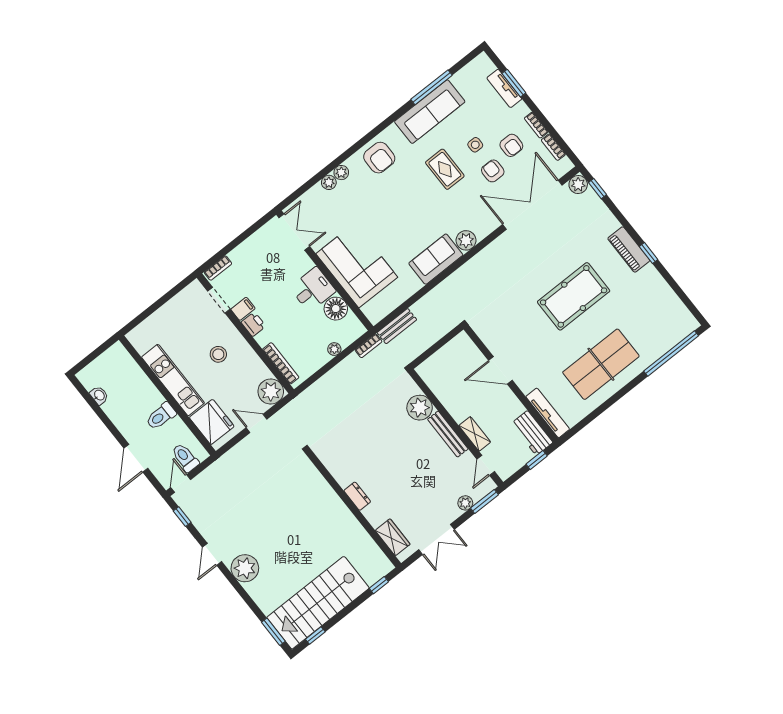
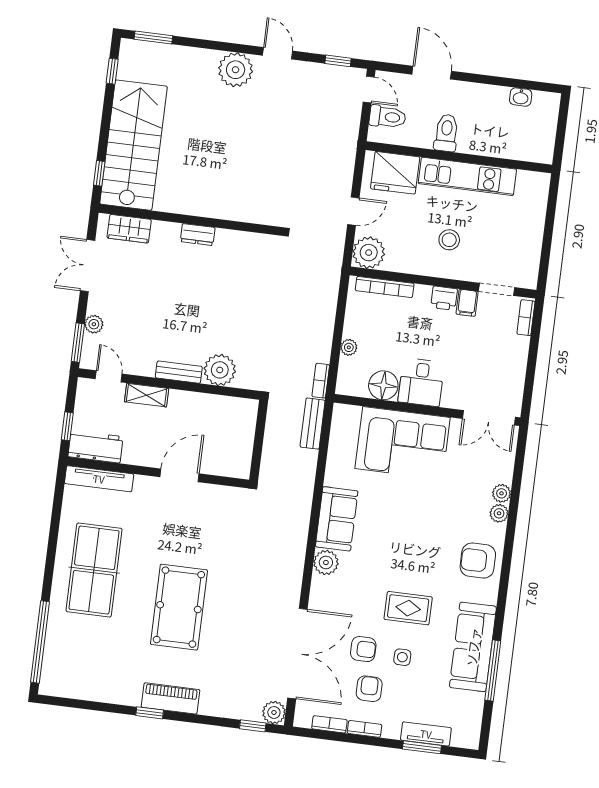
armchair: (511, 145) -> (369, 689), turned 90
bench: (448, 434) -> (179, 372), width x0.73
stairs: (318, 603) -> (134, 145), moved

